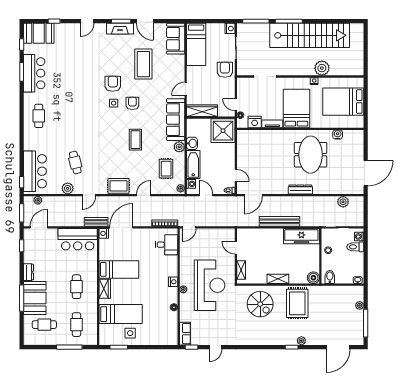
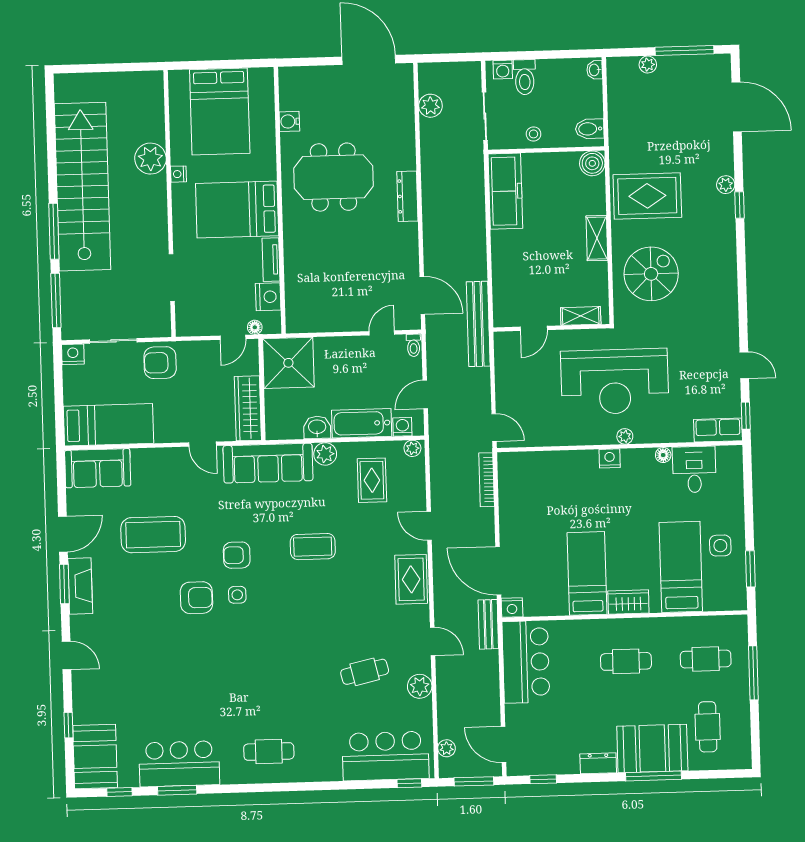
armchair: (113, 84) -> (196, 598), turned 180
rug: (166, 169) -> (372, 480), turned 90
bench: (280, 221) -> (478, 324), moved
desk: (167, 245) -> (694, 469), moved
reception desk: (210, 285) -> (615, 382), turned 180

